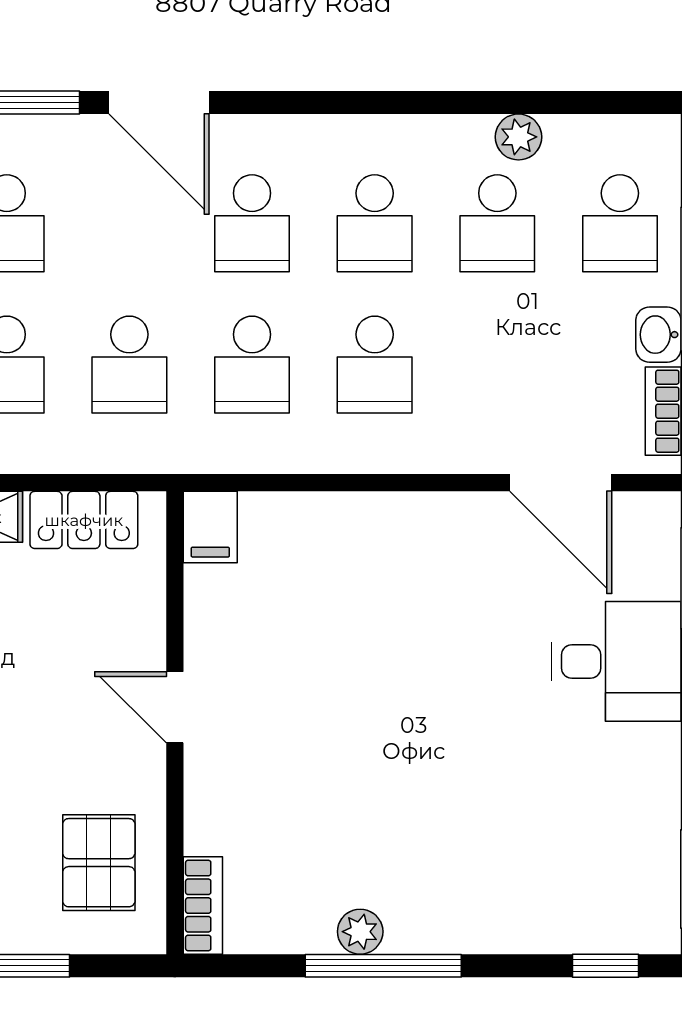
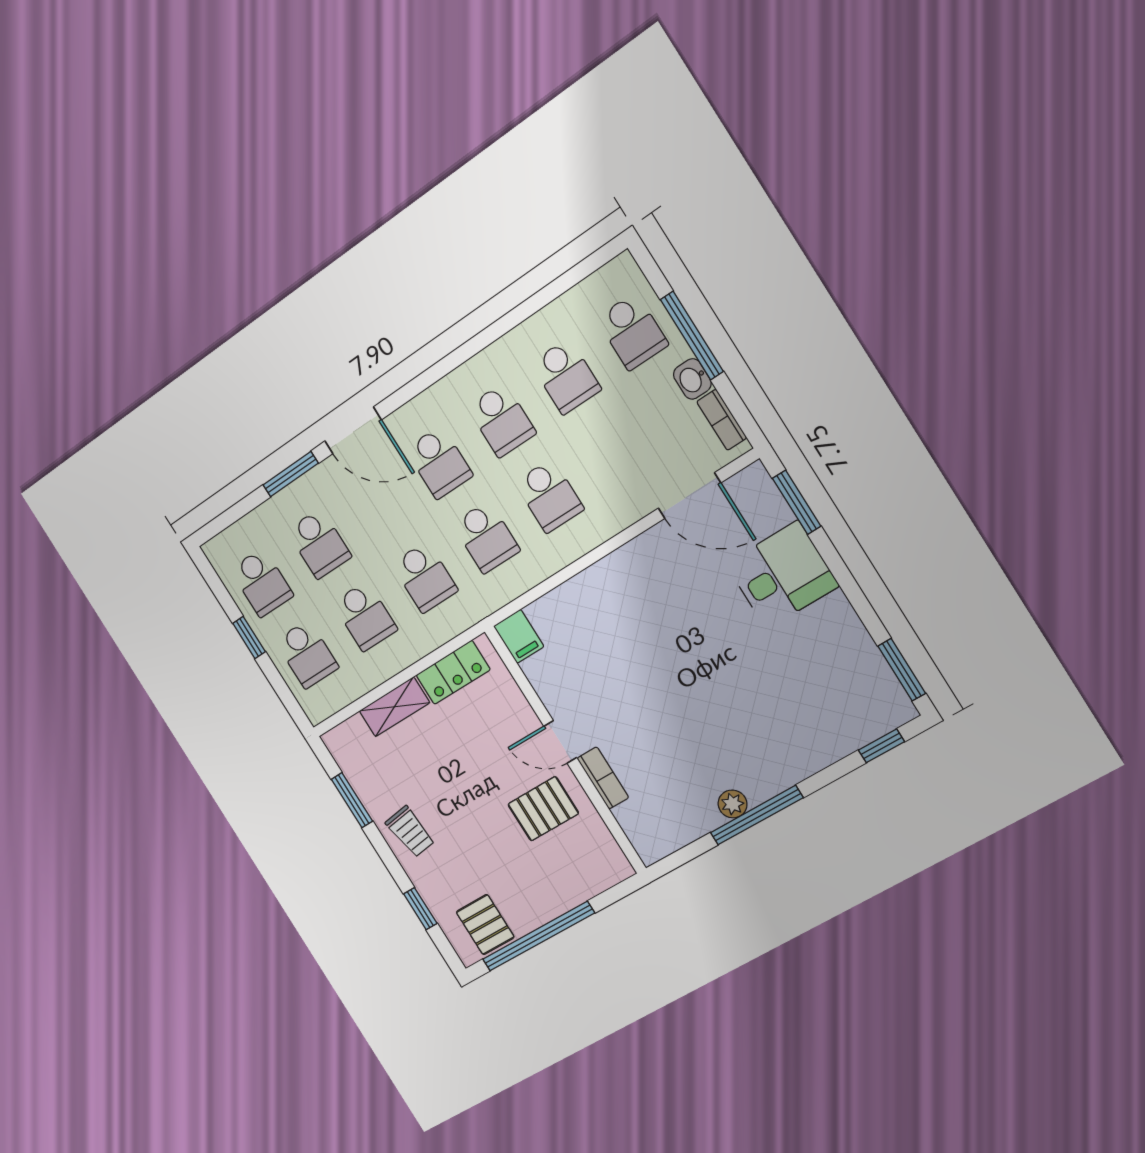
plant: (518, 137) -> (548, 322), removed
pallet: (99, 863) -> (543, 809), moved, turned 90
bookcase: (203, 906) -> (603, 778), moved

